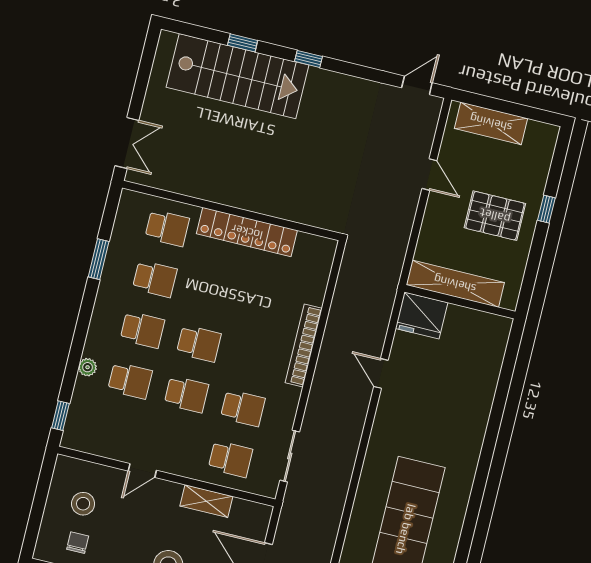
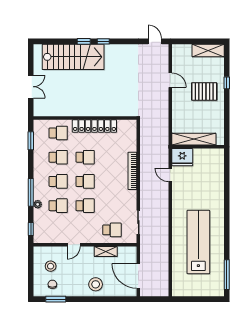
window: (243, 43) -> (84, 41), moved
door: (417, 85) -> (155, 41), hinge flipped
shelving: (491, 123) -> (208, 50), moved
double door: (127, 143) -> (31, 87), moved
window: (99, 259) -> (31, 141), moved
shelving: (455, 284) -> (194, 139), moved
wall: (460, 302) -> (198, 147), moved
fridge: (422, 315) -> (182, 157), moved
window: (79, 339) -> (31, 192), added
school desk: (243, 408) -> (85, 157), moved

